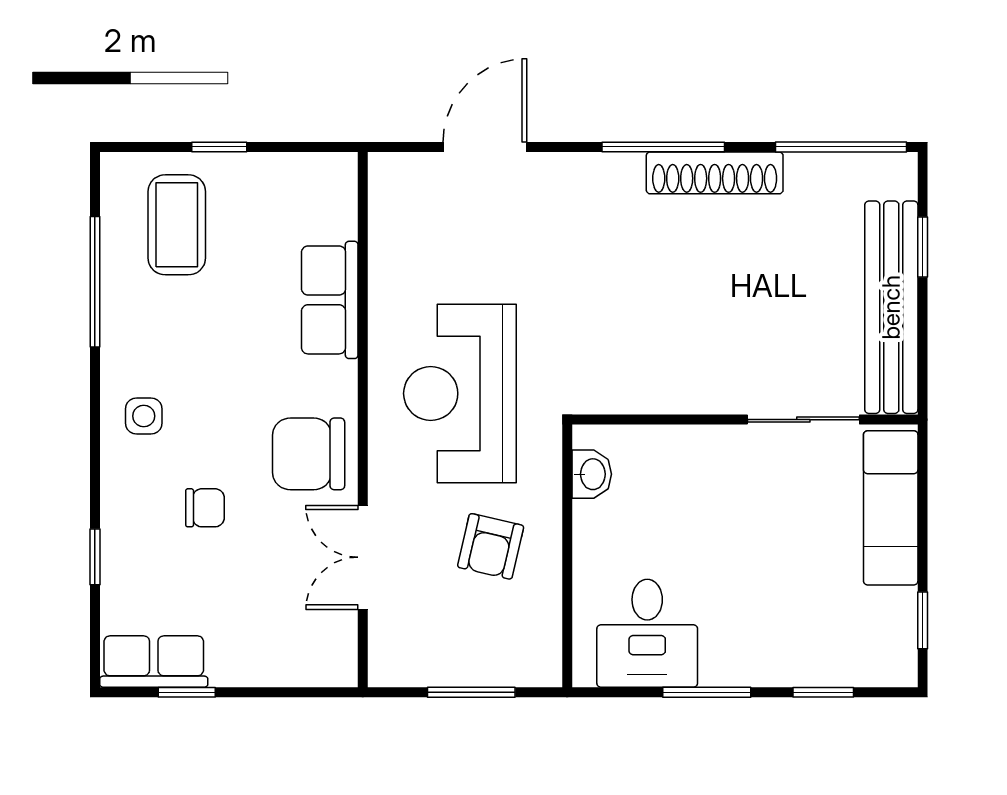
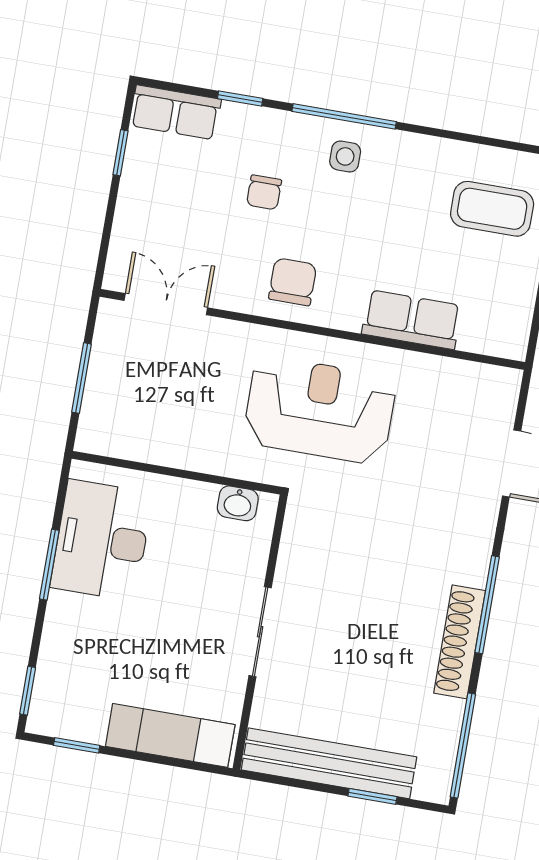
window: (95, 282) -> (344, 116), moved
sliding door: (803, 420) -> (260, 632), moved
chair: (309, 454) -> (293, 282), width x0.73, depth x0.73
armchair: (491, 546) -> (194, 413), removed
double door: (363, 557) -> (166, 304), moved
desk: (647, 633) -> (102, 540), width x1.37
row of seats: (154, 662) -> (175, 112), moved, turned 90
window: (823, 692) -> (28, 691), moved

